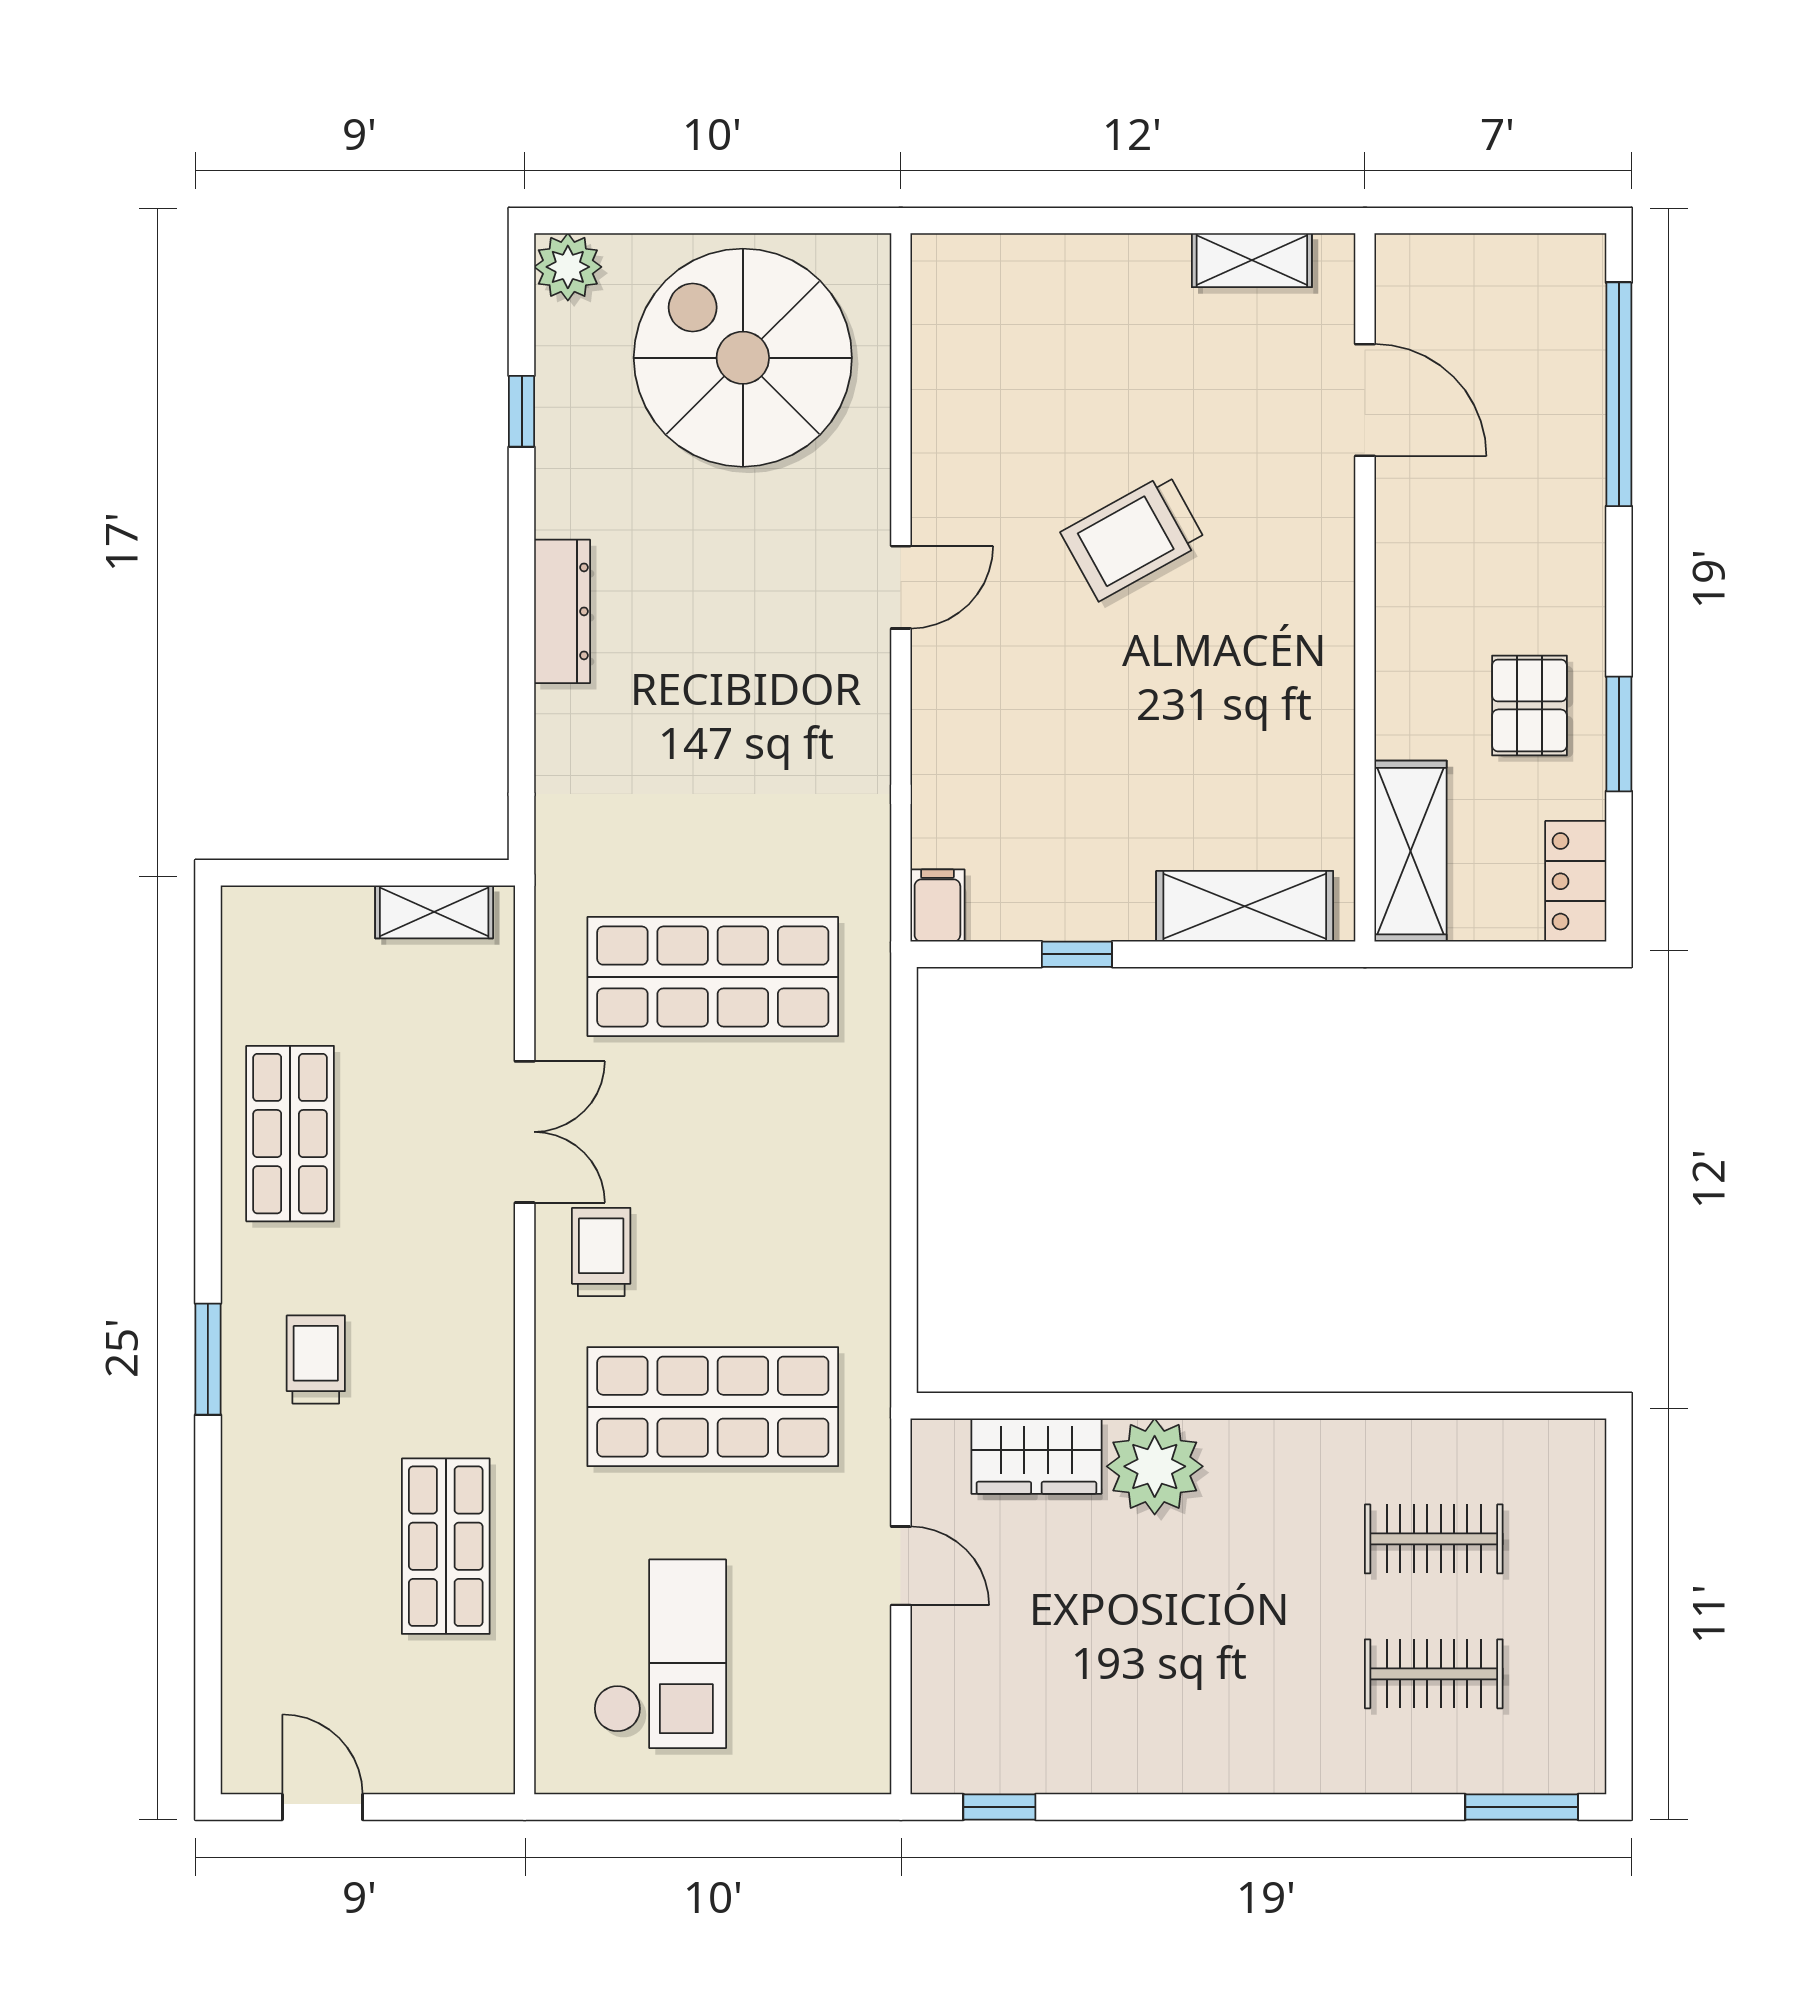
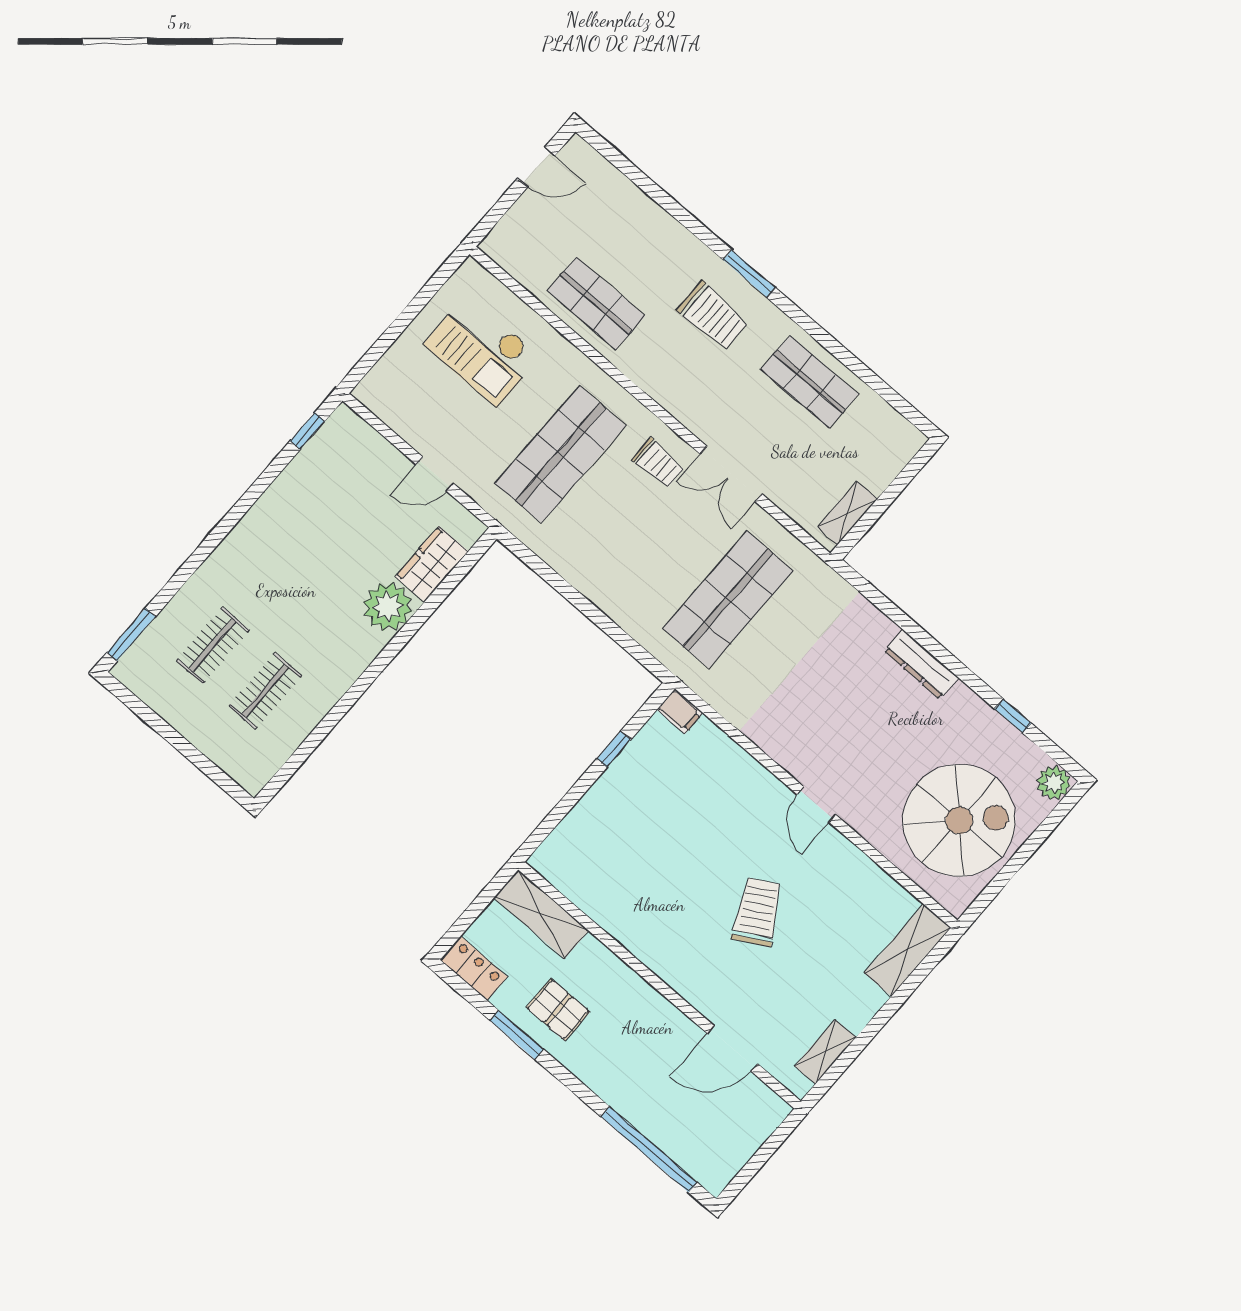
shelving: (1245, 906) -> (907, 950), moved
trolley: (316, 1359) -> (713, 316), width x1.36, depth x1.39

